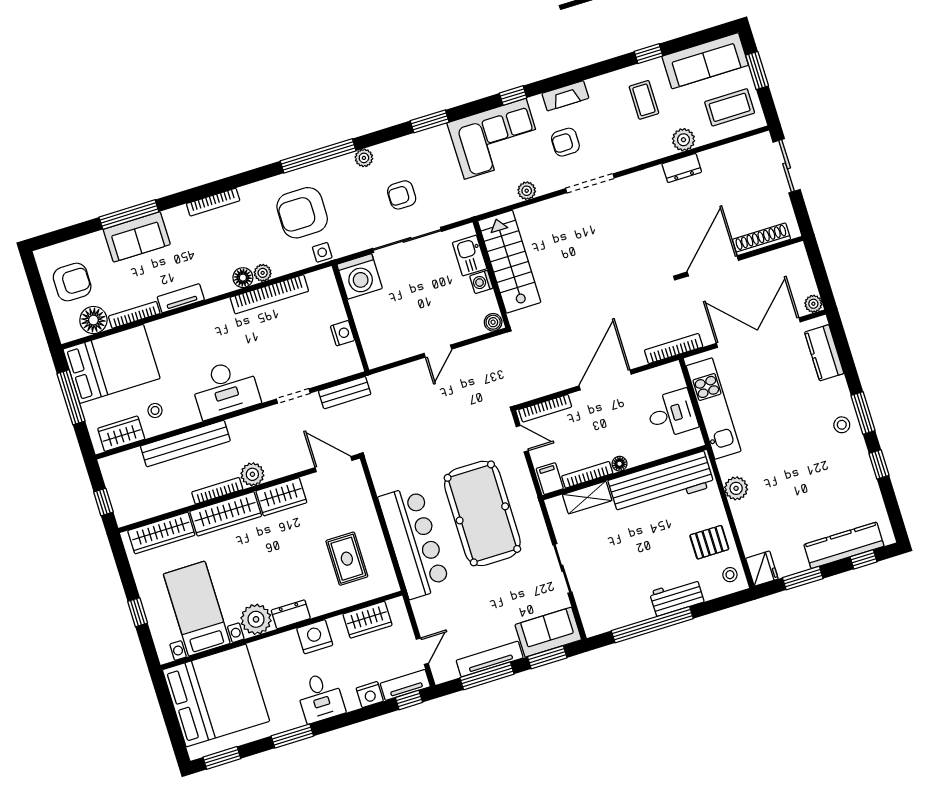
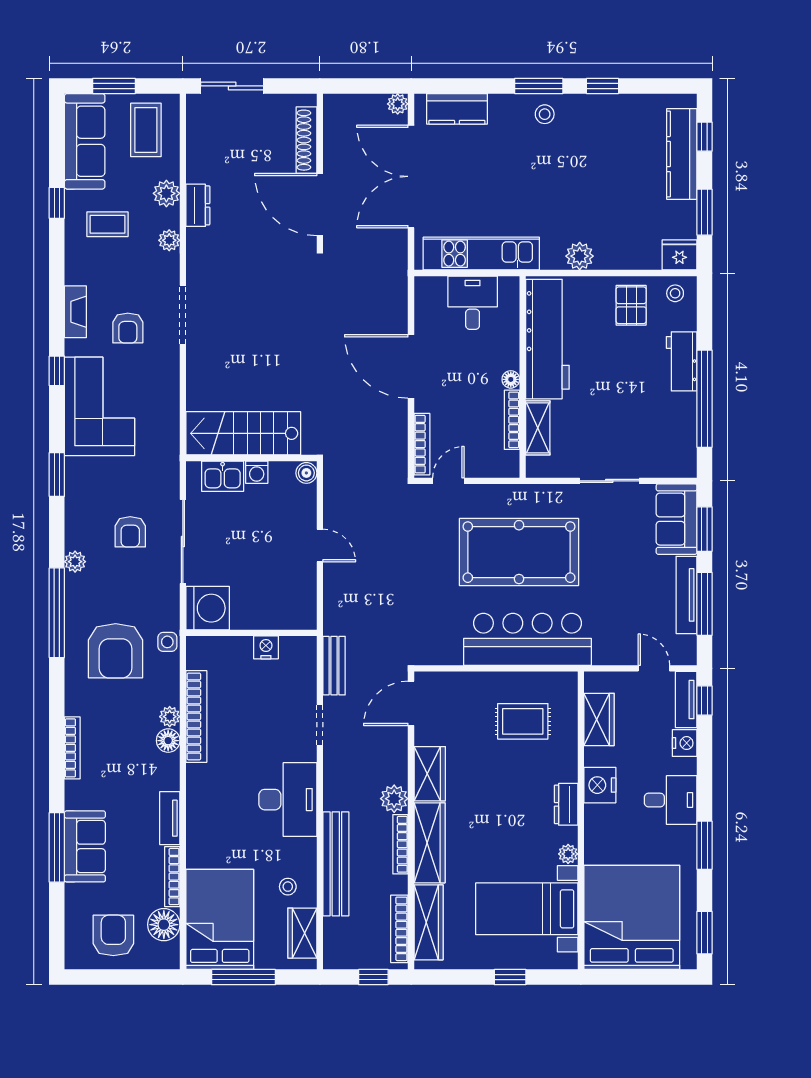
plant: (527, 191) -> (169, 240), moved
bookcase: (674, 349) -> (399, 929), moved
filing cabinet: (550, 479) -> (503, 464), removed
plant: (256, 619) -> (568, 854), width x0.53, depth x0.53

